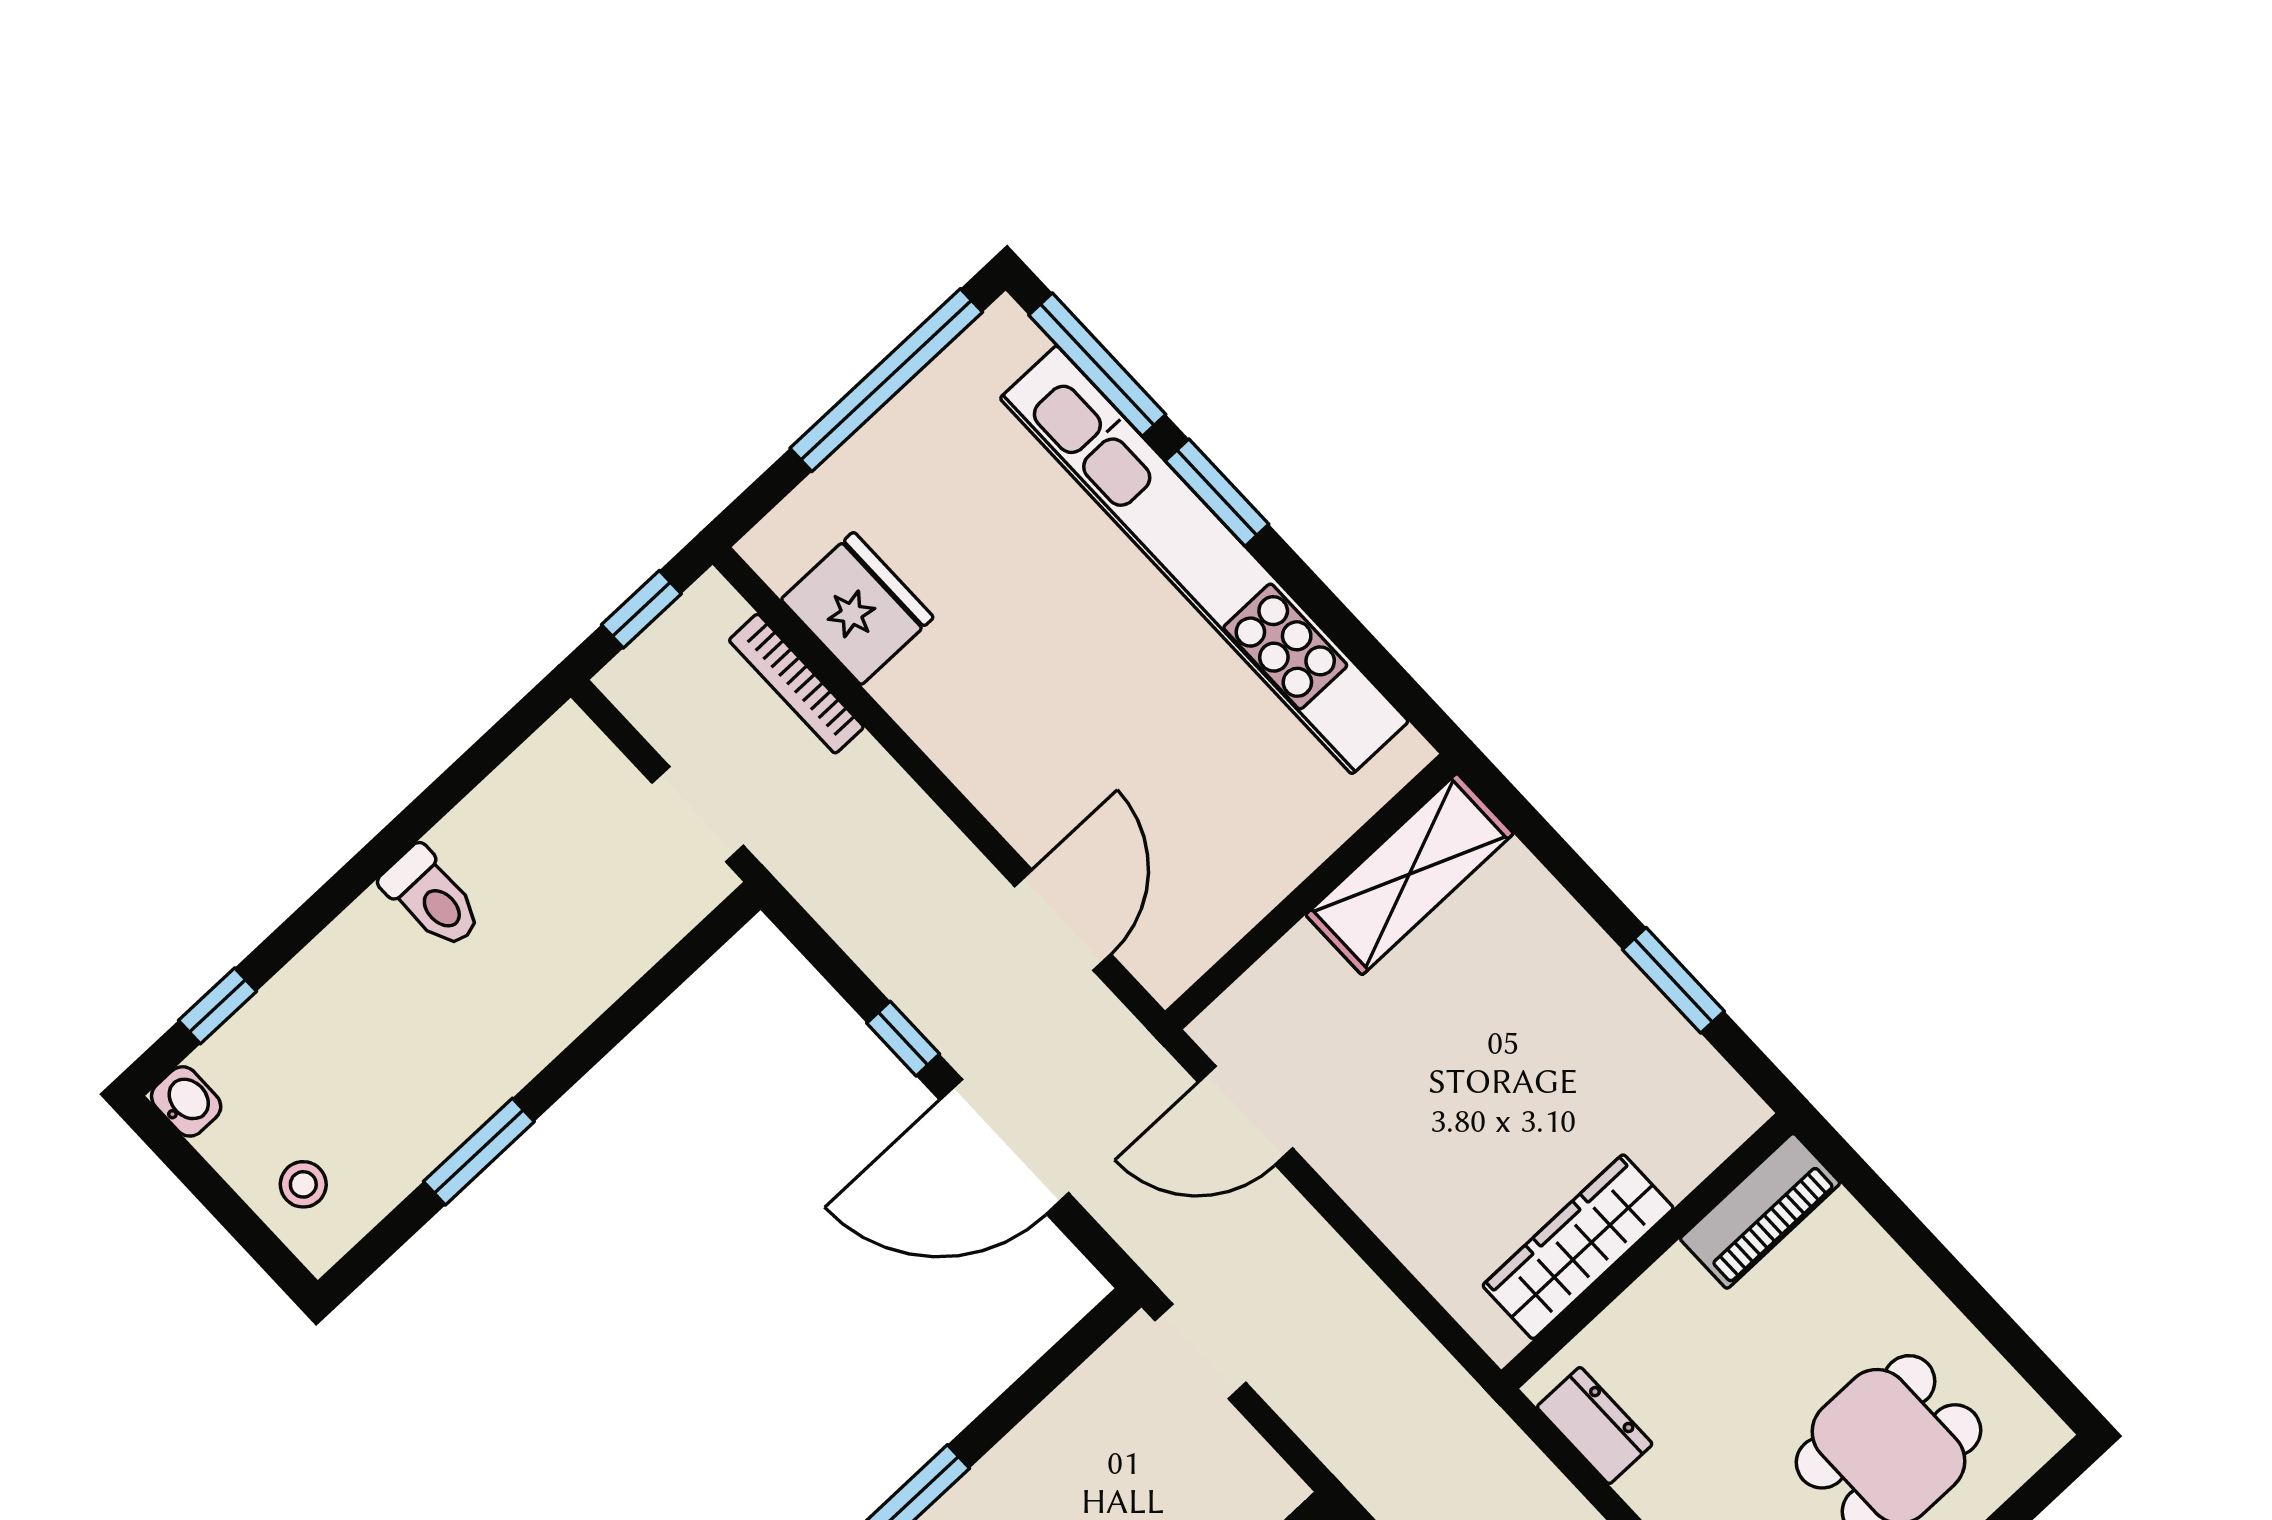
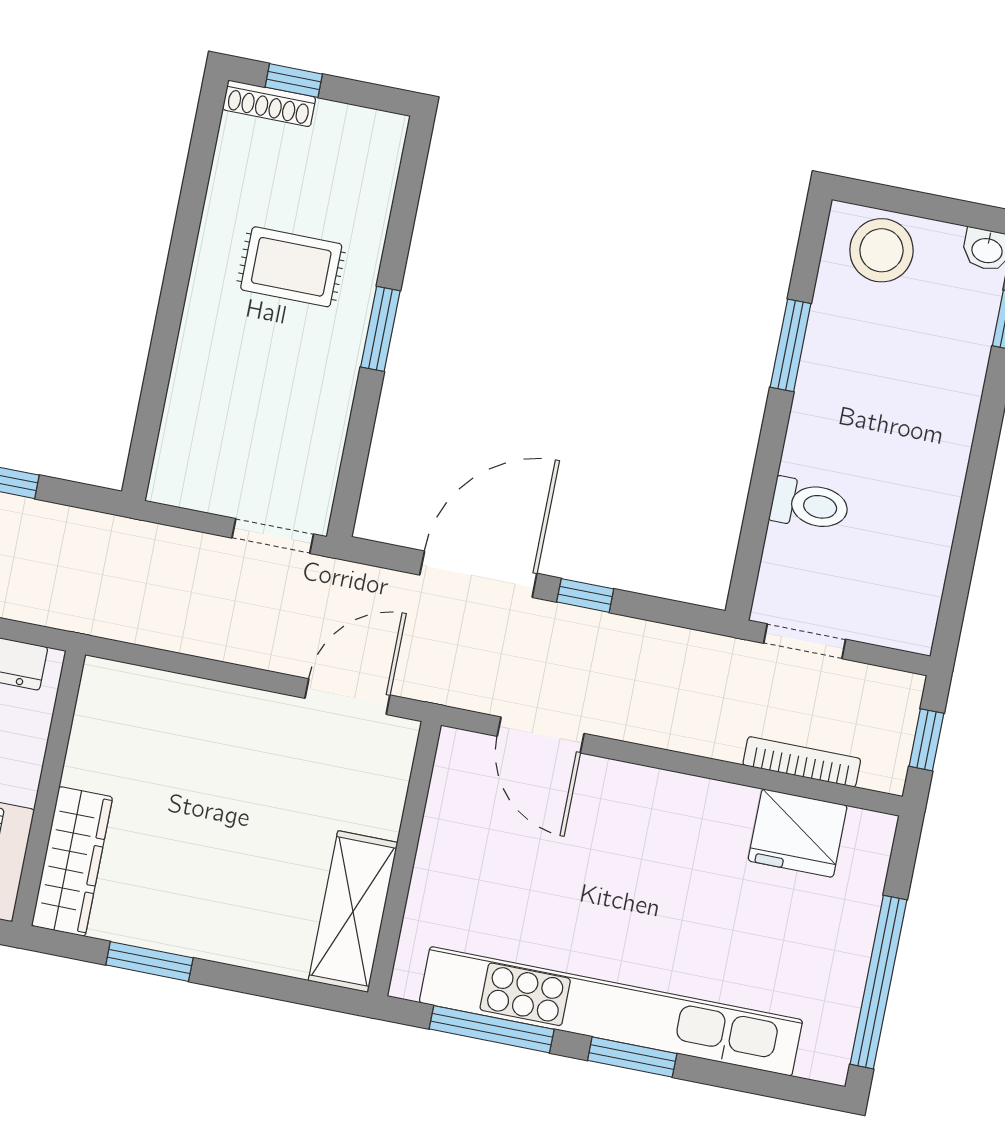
window: (1097, 365) -> (492, 1029), moved
toilet: (432, 898) -> (810, 505), moved, turned 180
stool: (303, 1184) -> (881, 250), width x1.89, depth x1.89
wardrobe: (1578, 1247) -> (72, 861), moved

